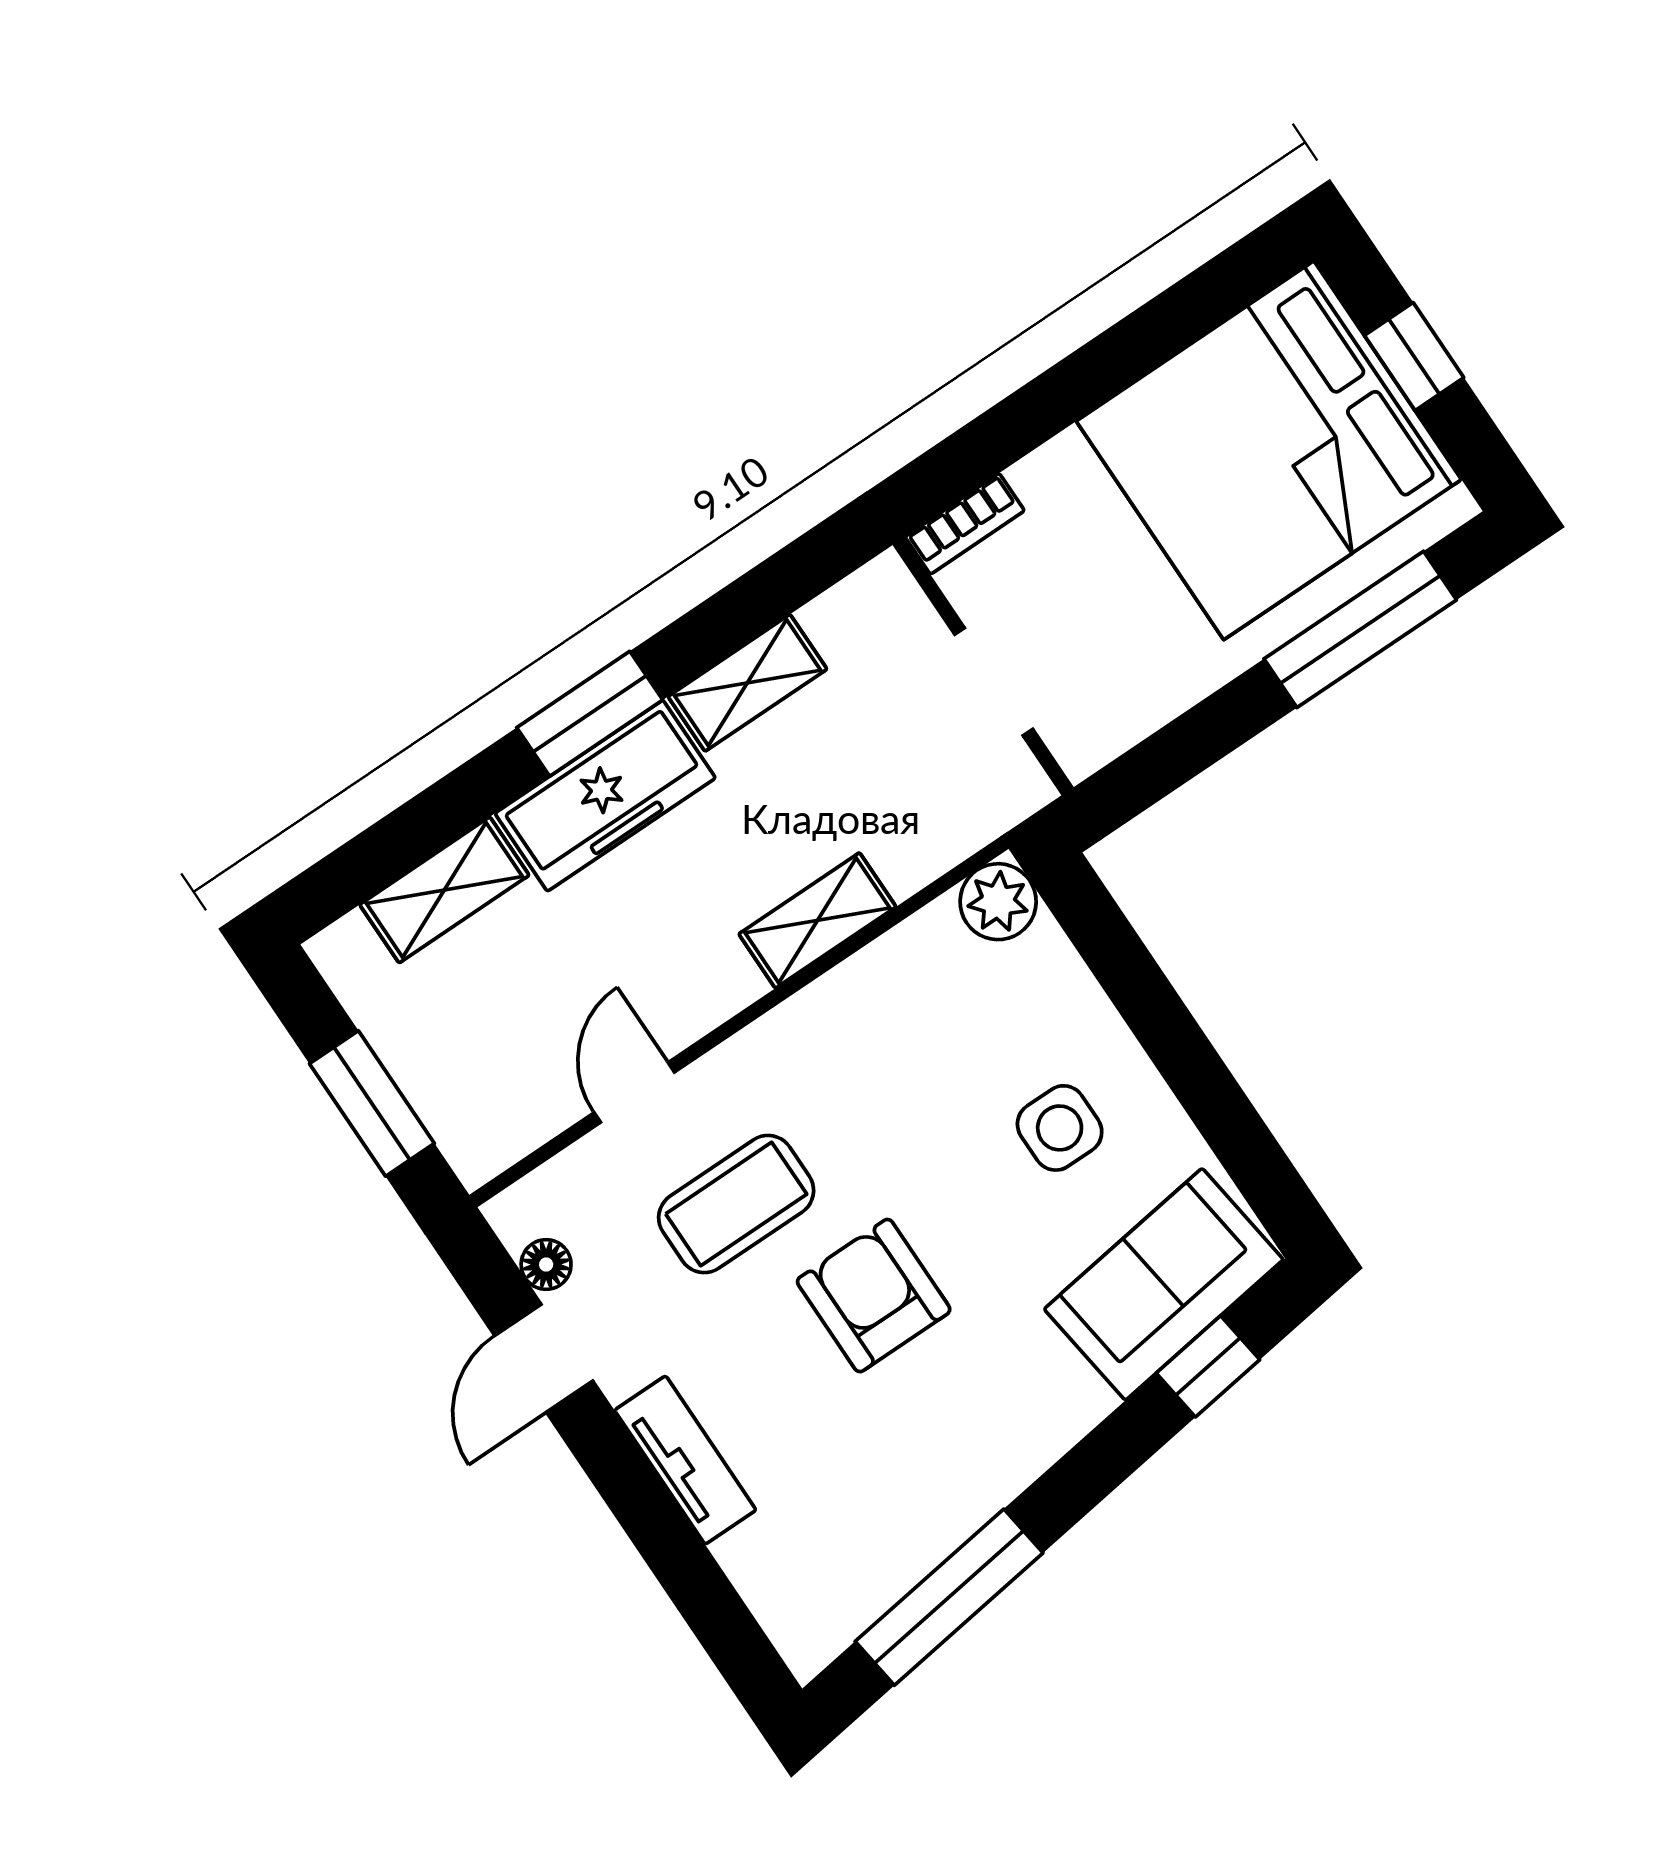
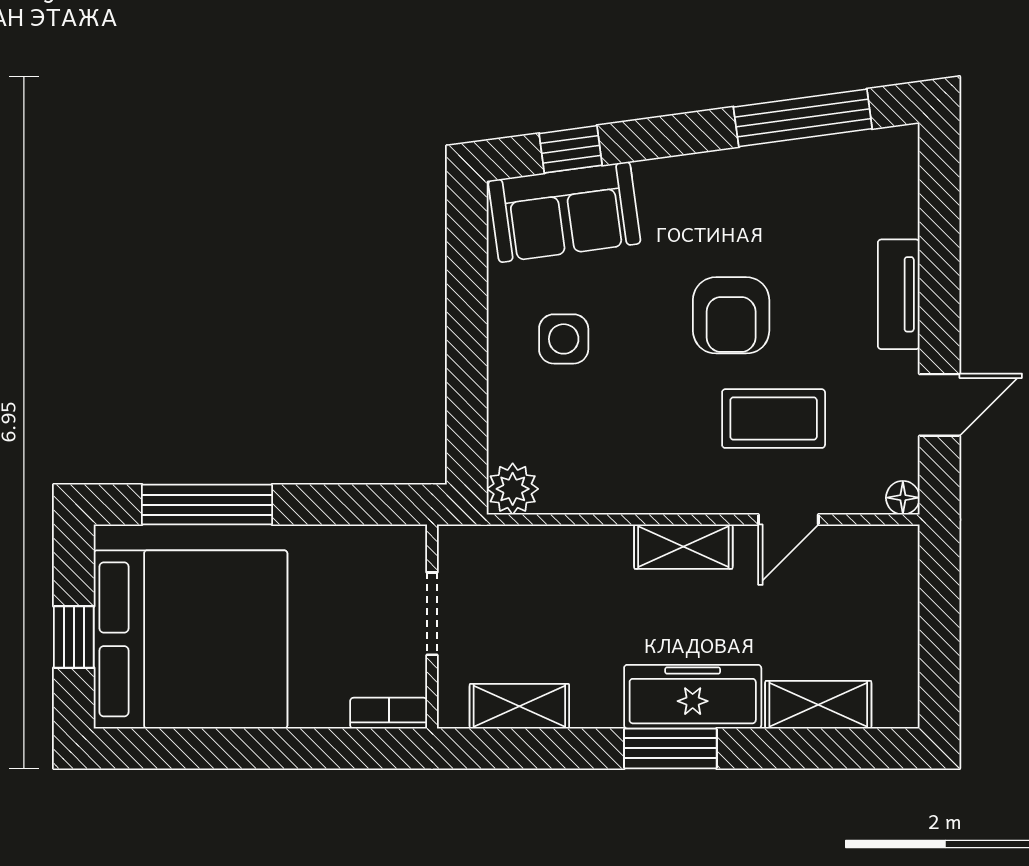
shelving: (747, 683) -> (519, 706), moved
shelving: (817, 920) -> (683, 547), moved
window: (372, 1103) -> (940, 612), removed
floor lamp: (546, 1264) -> (903, 498), moved

